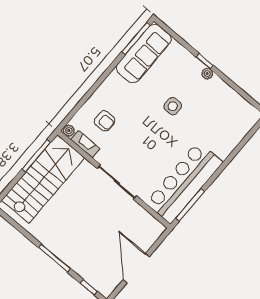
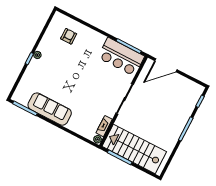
sofa: (144, 53) -> (50, 109), moved
side table: (173, 106) -> (65, 73), removed
armchair: (105, 121) -> (69, 36), moved
bar counter: (184, 182) -> (121, 57), width x0.73
door: (136, 268) -> (166, 65), moved

